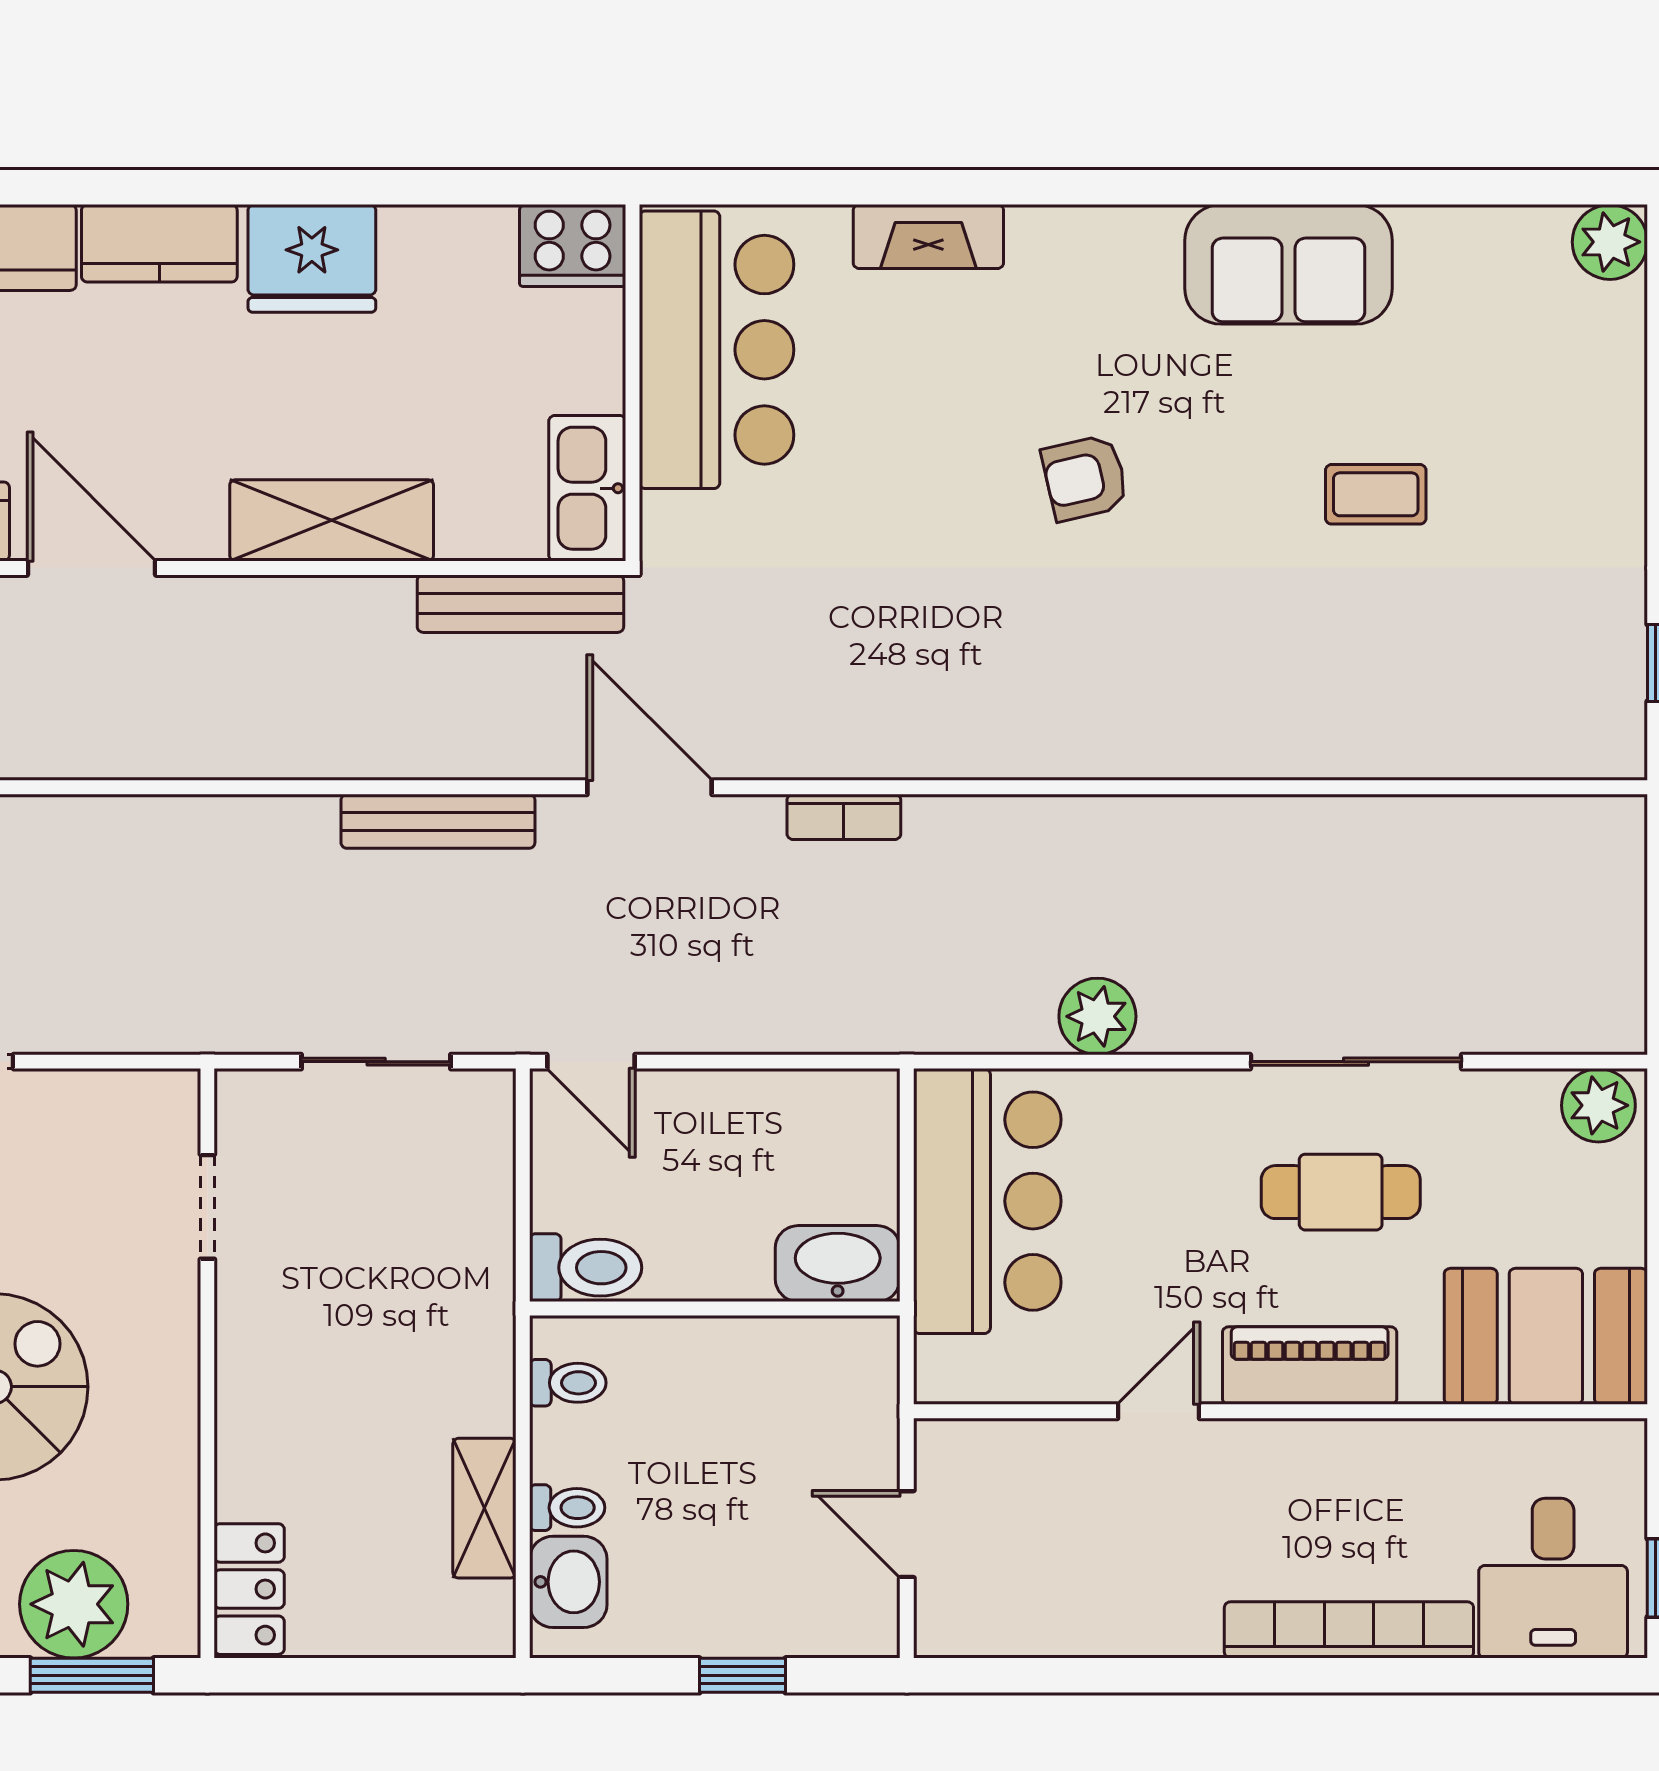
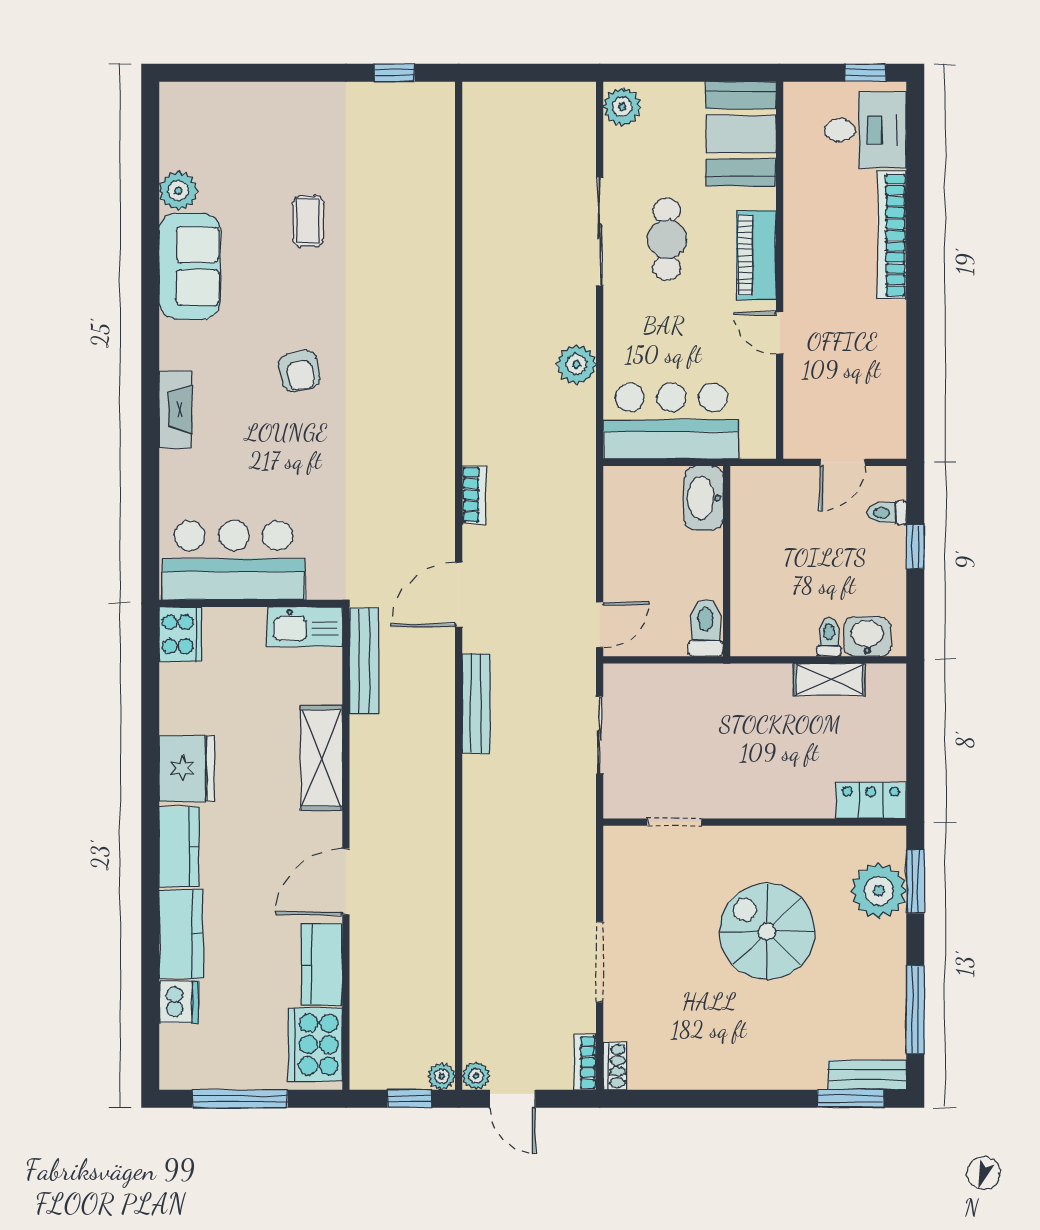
fireplace: (928, 237) -> (175, 409), moved
plant: (1610, 242) -> (178, 191), moved
toilet: (568, 1383) -> (887, 513), moved, turned -90

